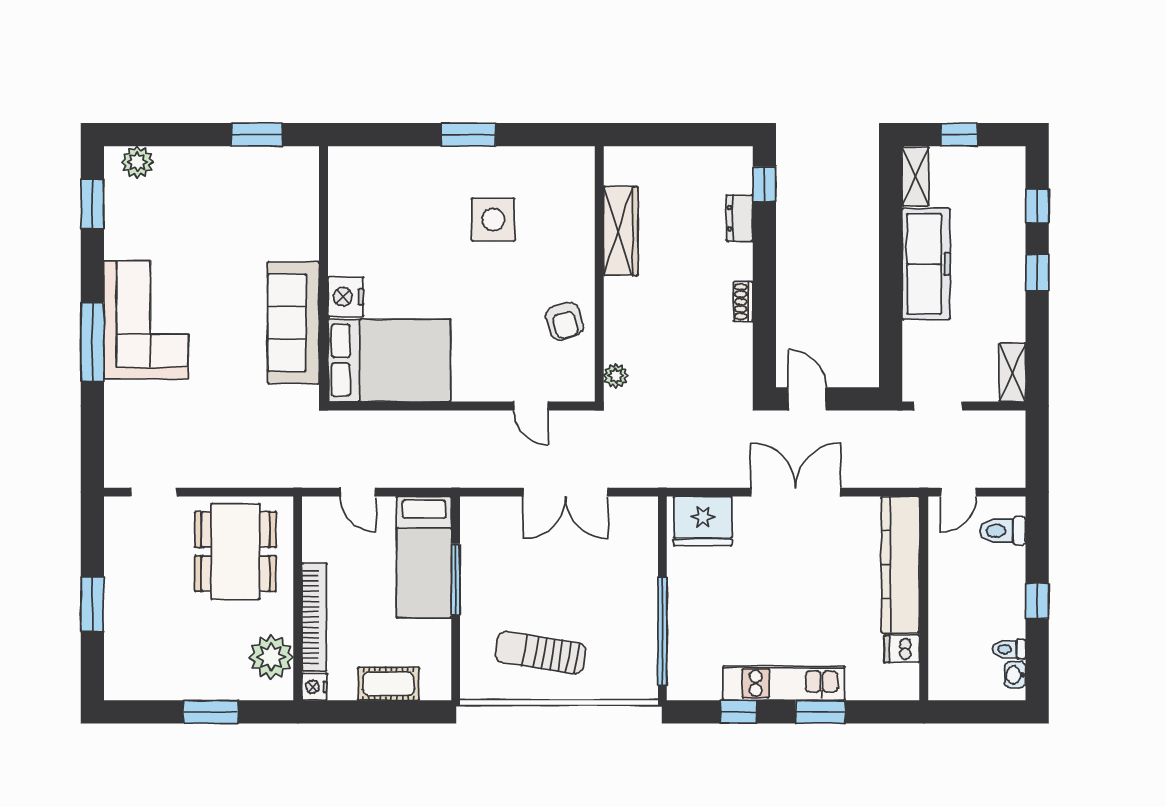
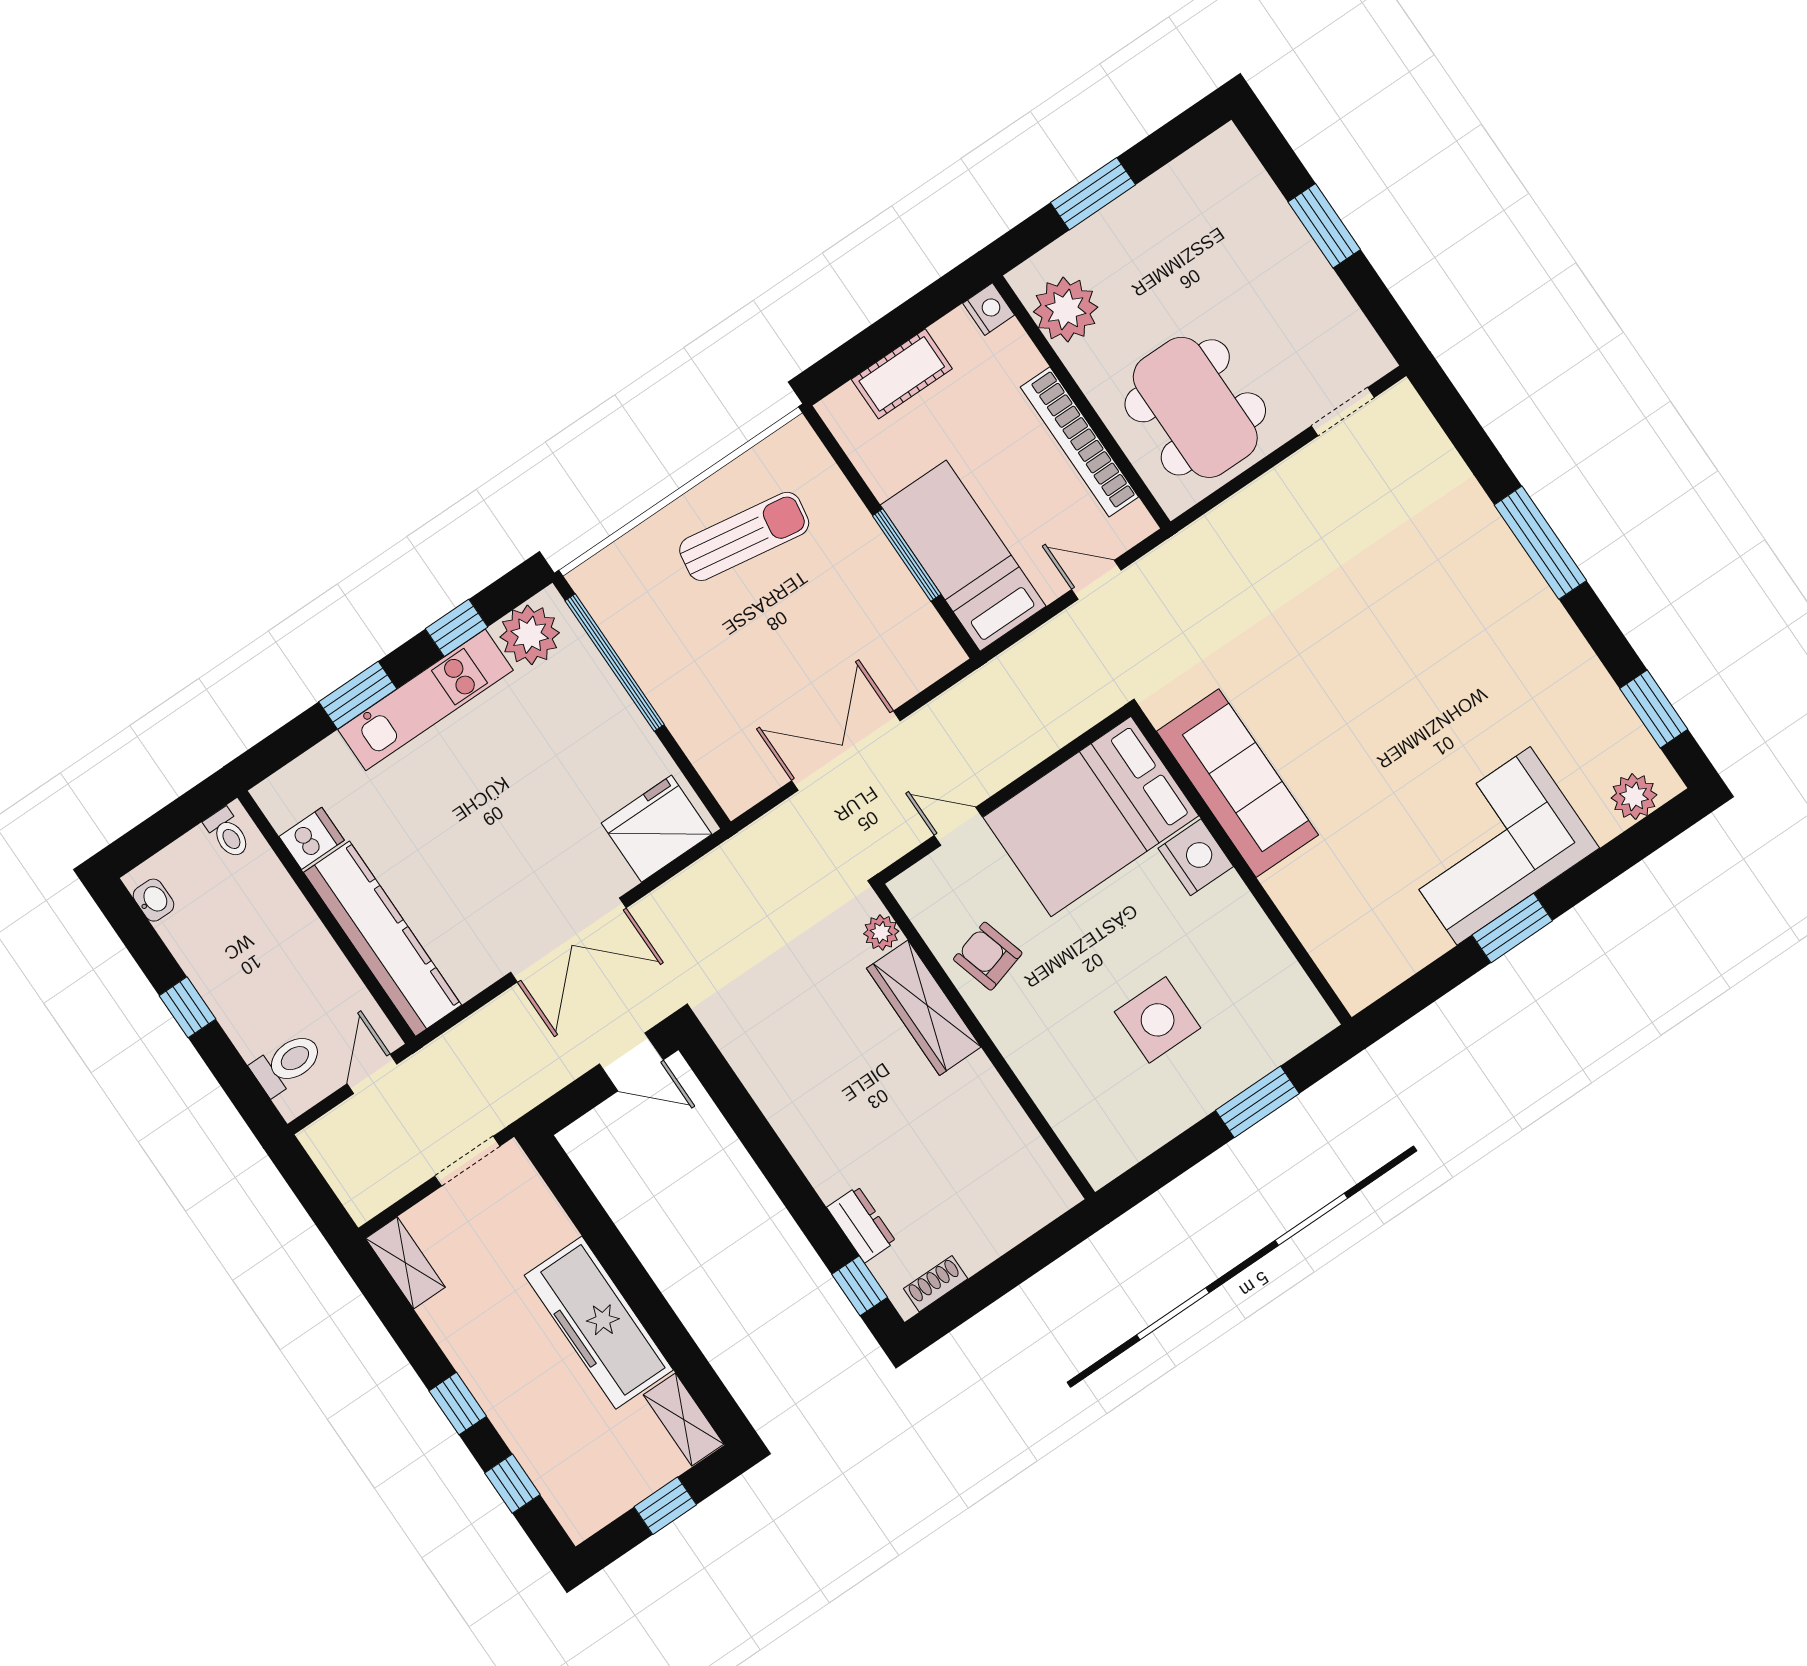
wardrobe: (621, 231) -> (924, 1008), moved
wall: (324, 274) -> (1241, 867), moved
nightstand: (346, 297) -> (1196, 857), moved
shoe rack: (743, 302) -> (936, 1284), moved, turned -90
corner sofa: (146, 320) -> (1494, 846), moved, turned 90
sofa: (293, 323) -> (1237, 783), moved
bed: (389, 360) -> (1091, 816), moved
bookcase: (314, 617) -> (1079, 442), moved
toilet: (1009, 649) -> (228, 833), moved, turned 90
plant: (700, 680) -> (530, 635), added

